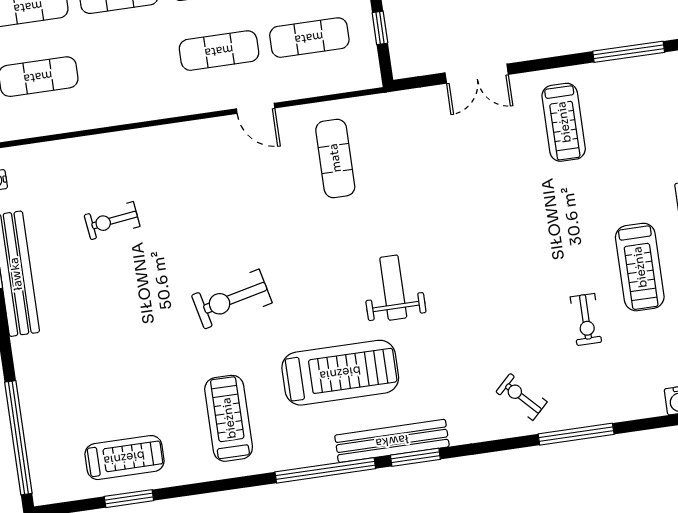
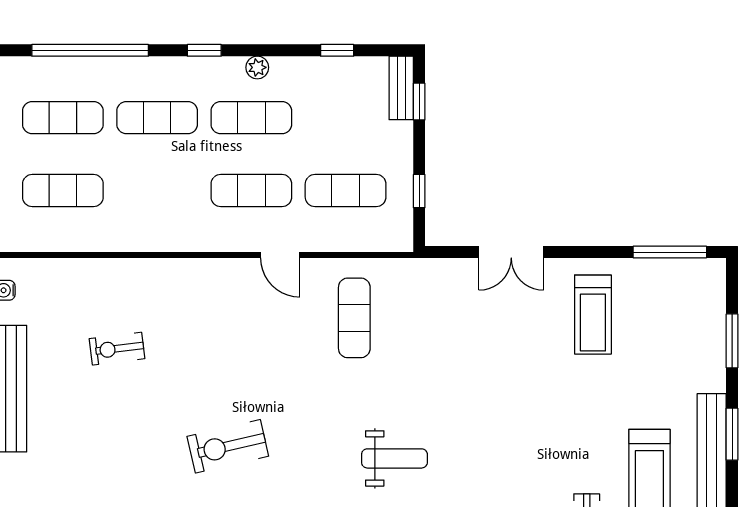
weight bench: (393, 288) -> (394, 458), turned 90

